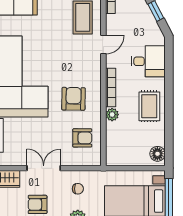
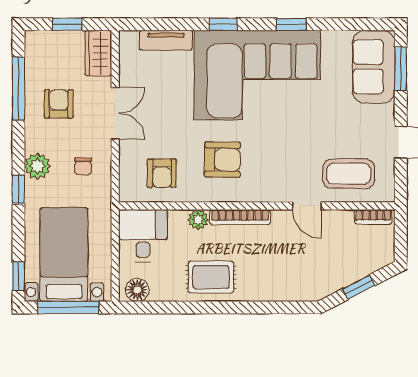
desk: (148, 61) -> (143, 236), moved, turned 180

